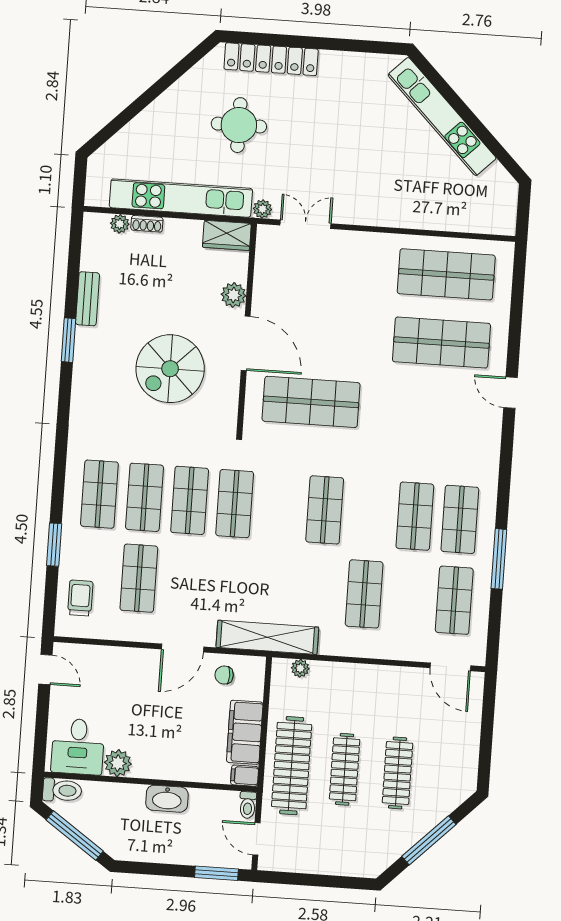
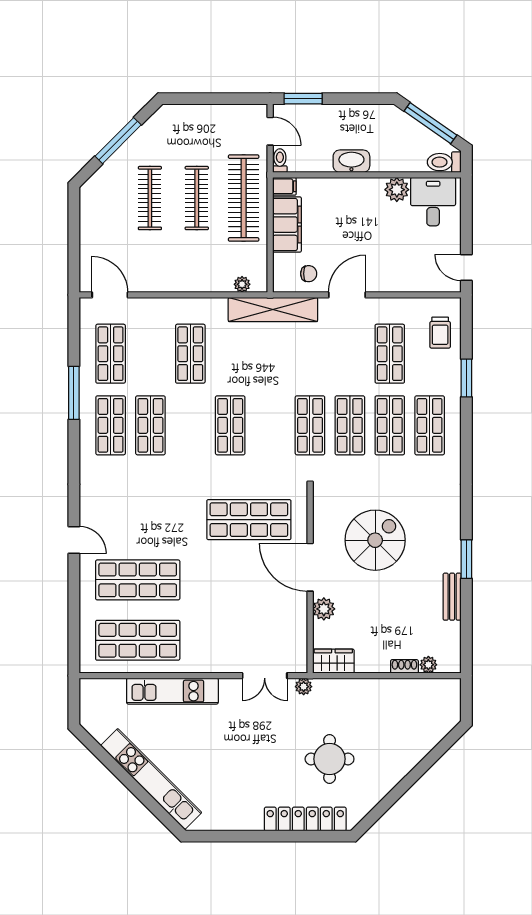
kitchen unit: (181, 198) -> (172, 691), moved, width x0.73

